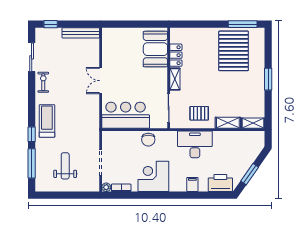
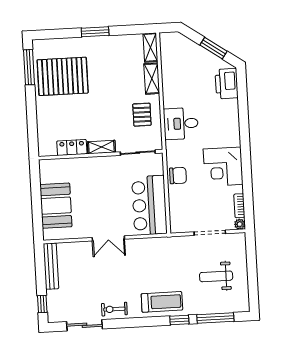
booth: (155, 49) -> (56, 206), moved, turned 90
treadmill: (47, 121) -> (162, 302), turned 180
desk: (195, 144) -> (181, 124), width x0.73
filing cabinet: (192, 184) -> (230, 118), removed

